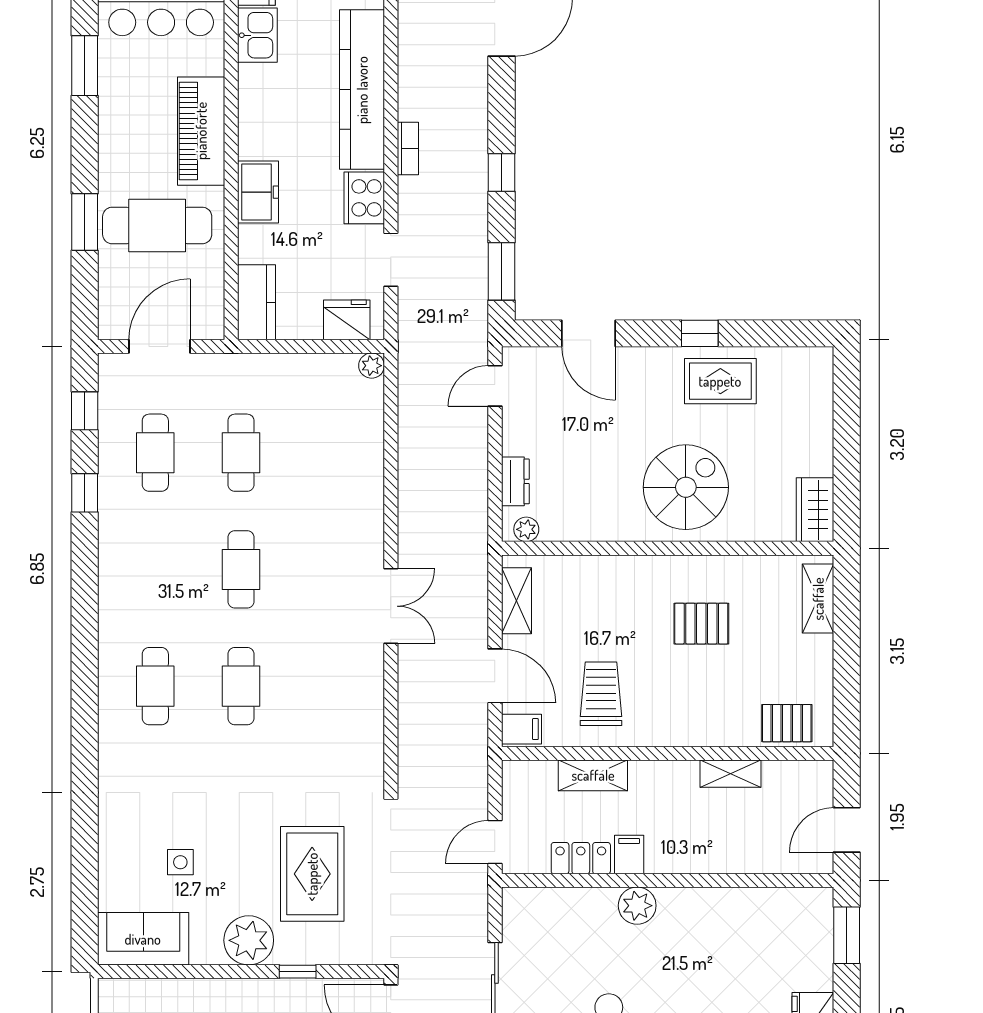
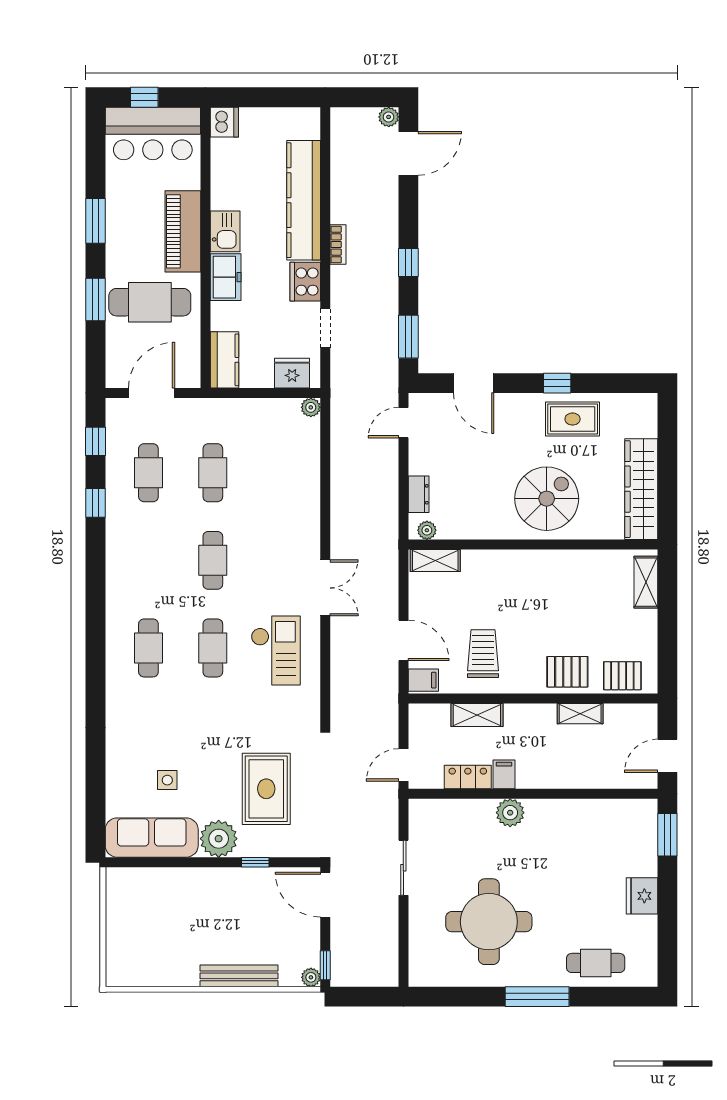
kitchen sink: (257, 35) -> (225, 231), moved
window: (85, 66) -> (95, 221), moved
wardrobe: (815, 510) -> (641, 489), width x2.10, depth x1.17
shelving: (516, 601) -> (435, 561), moved, turned 90
pallet: (701, 624) -> (567, 672), moved
checkout: (325, 690) -> (276, 651), added
sofa: (143, 939) -> (152, 838), width x1.36

